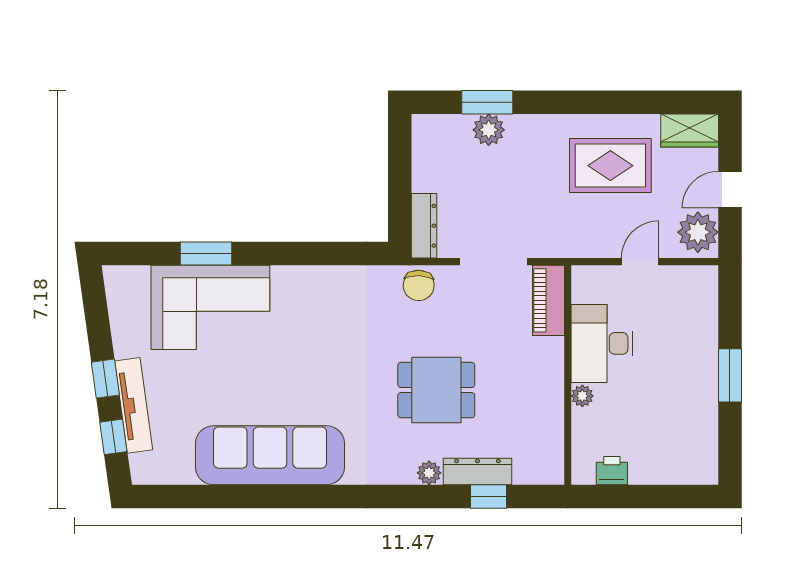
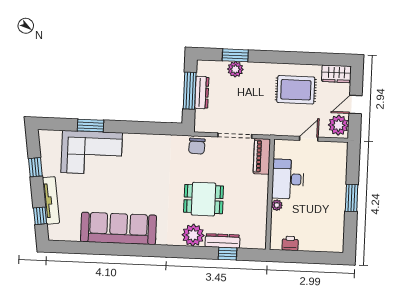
window: (400, 176) -> (190, 91), added
dresser: (424, 226) -> (202, 92), moved
window: (105, 379) -> (35, 167), moved
plant: (429, 473) -> (193, 235), width x1.87, depth x1.87

